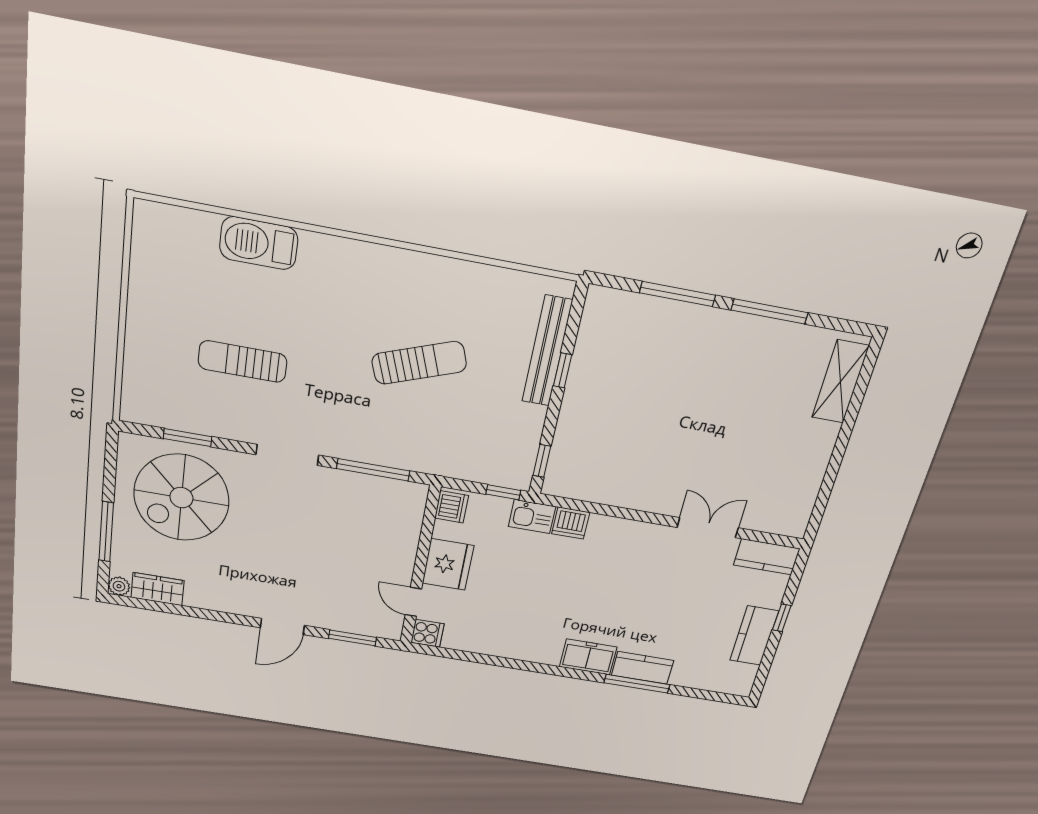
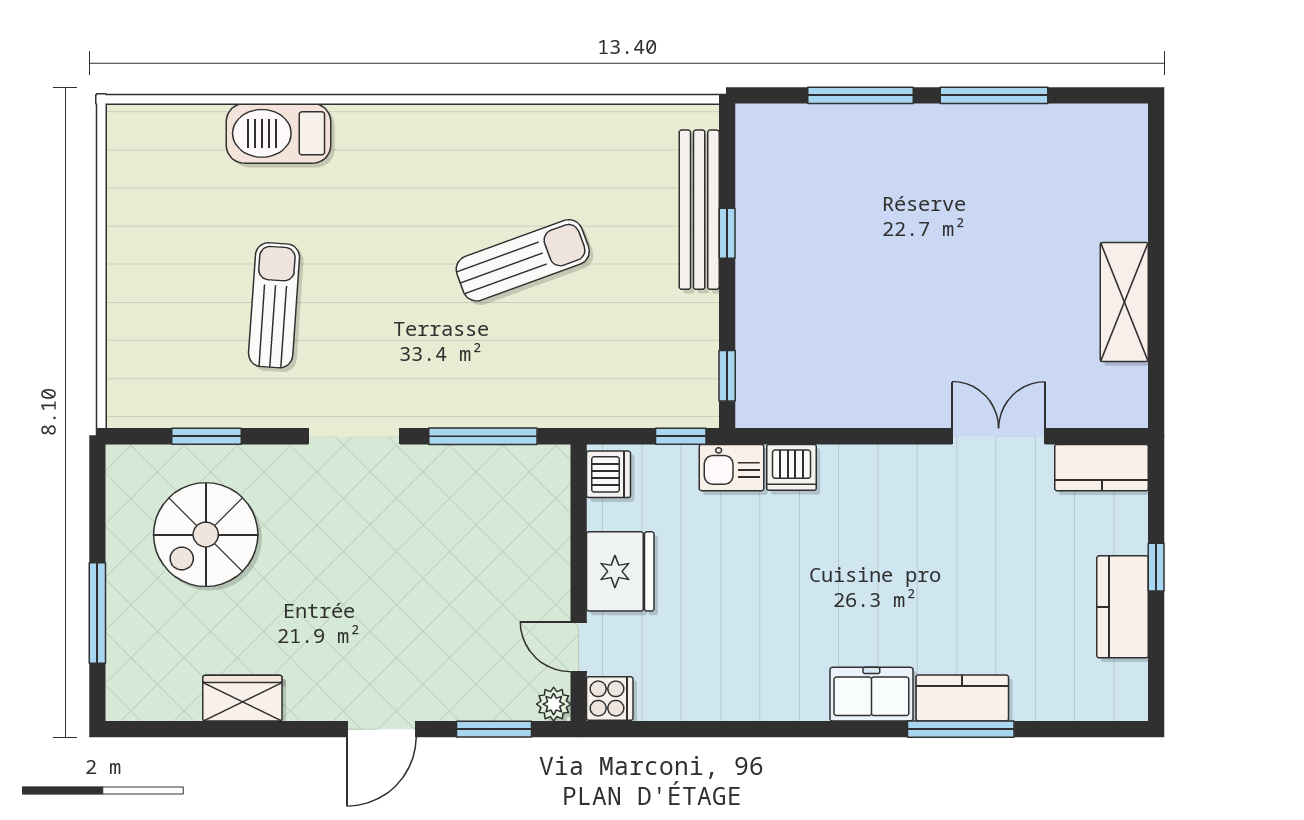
sun lounger: (243, 361) -> (274, 305), turned 94
shelving: (840, 382) -> (1124, 302), moved
spiral stairs: (181, 498) -> (206, 535), width x0.73, depth x0.73
plant: (119, 586) -> (554, 704), moved
wardrobe: (158, 589) -> (242, 698), moved

